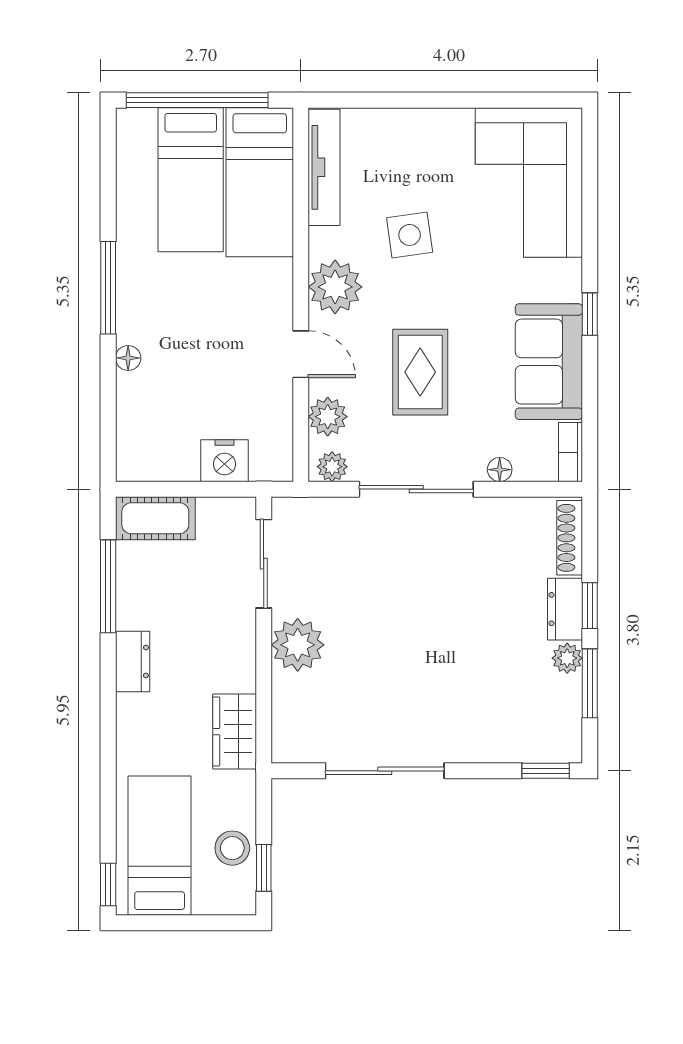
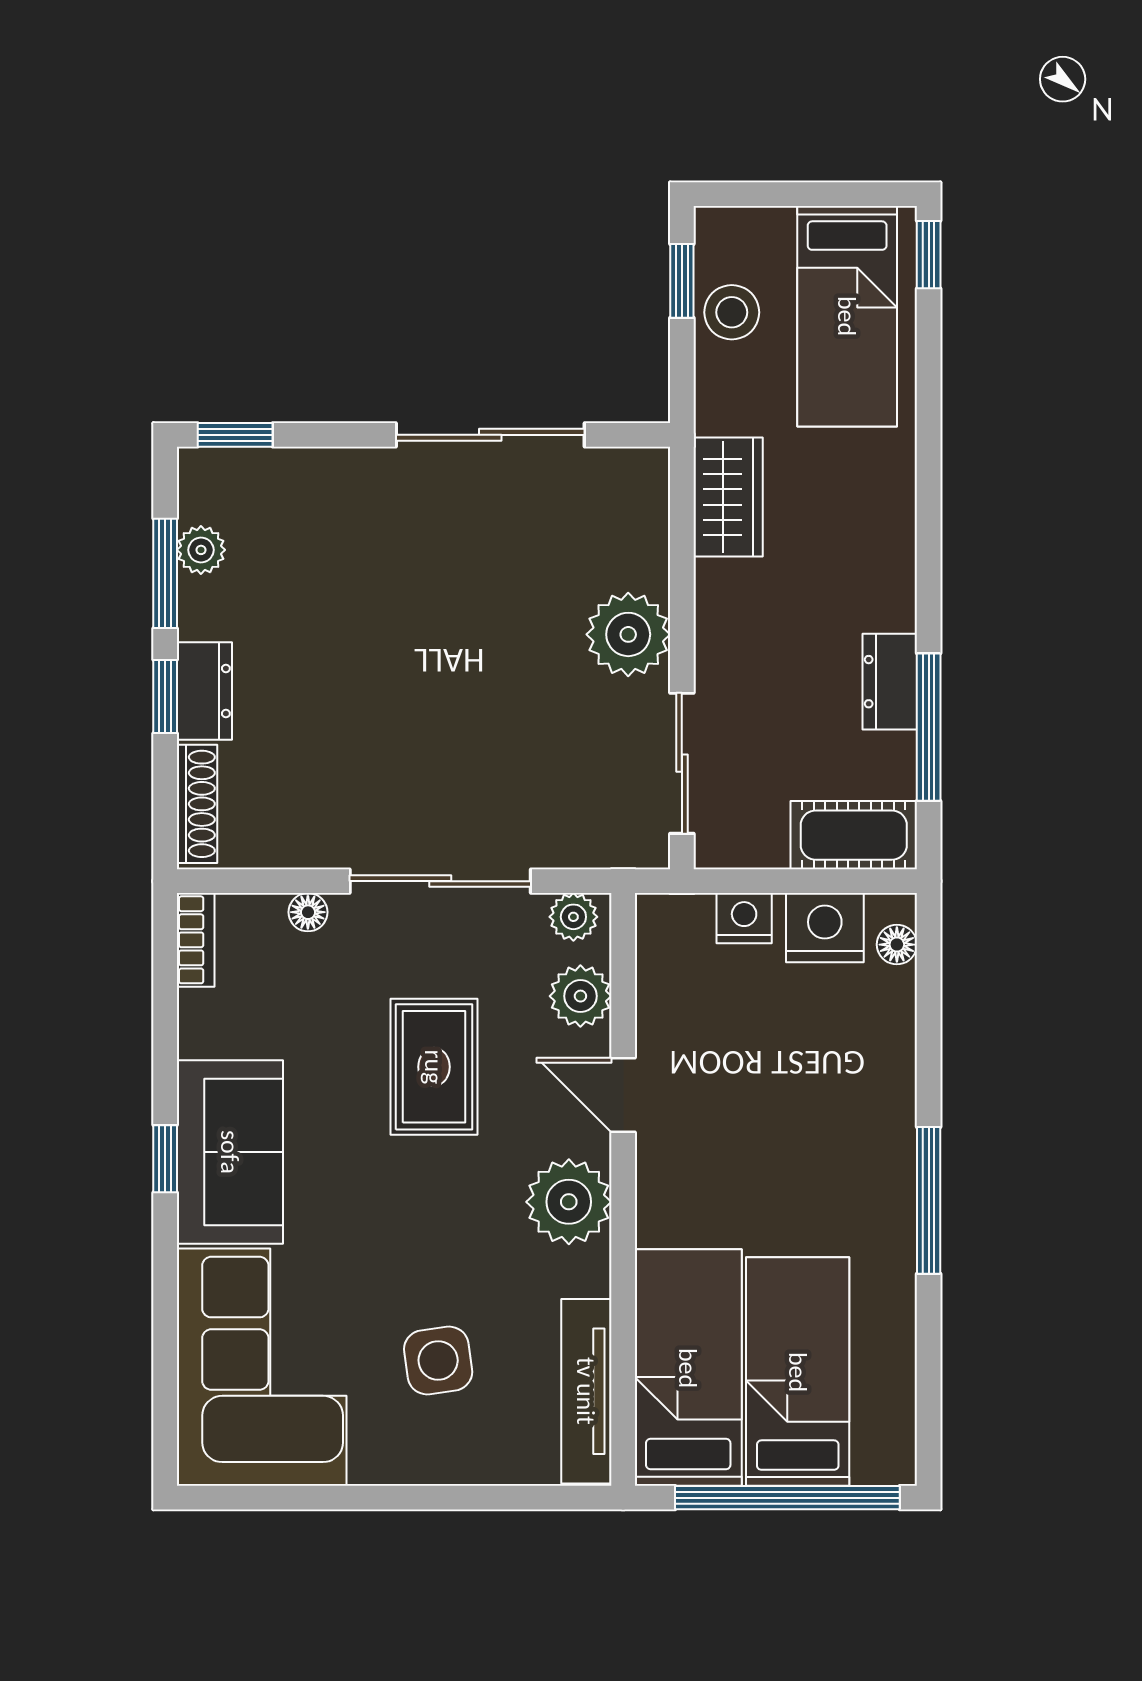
side table: (410, 235) -> (438, 1360), moved
floor lamp: (128, 358) -> (897, 945), moved
sofa: (549, 362) -> (230, 1152), moved
nightstand: (174, 460) -> (825, 928), added
nightstand: (224, 461) -> (744, 918), width x0.74, depth x0.75
plant: (567, 658) -> (201, 550), moved
dresser: (133, 661) -> (890, 682), moved

